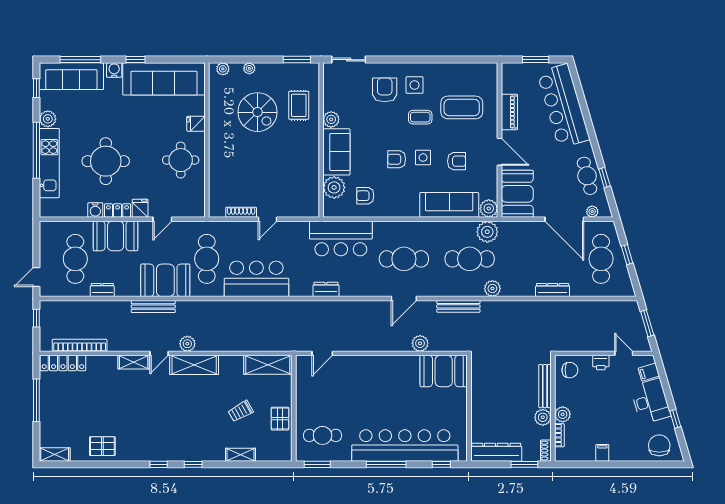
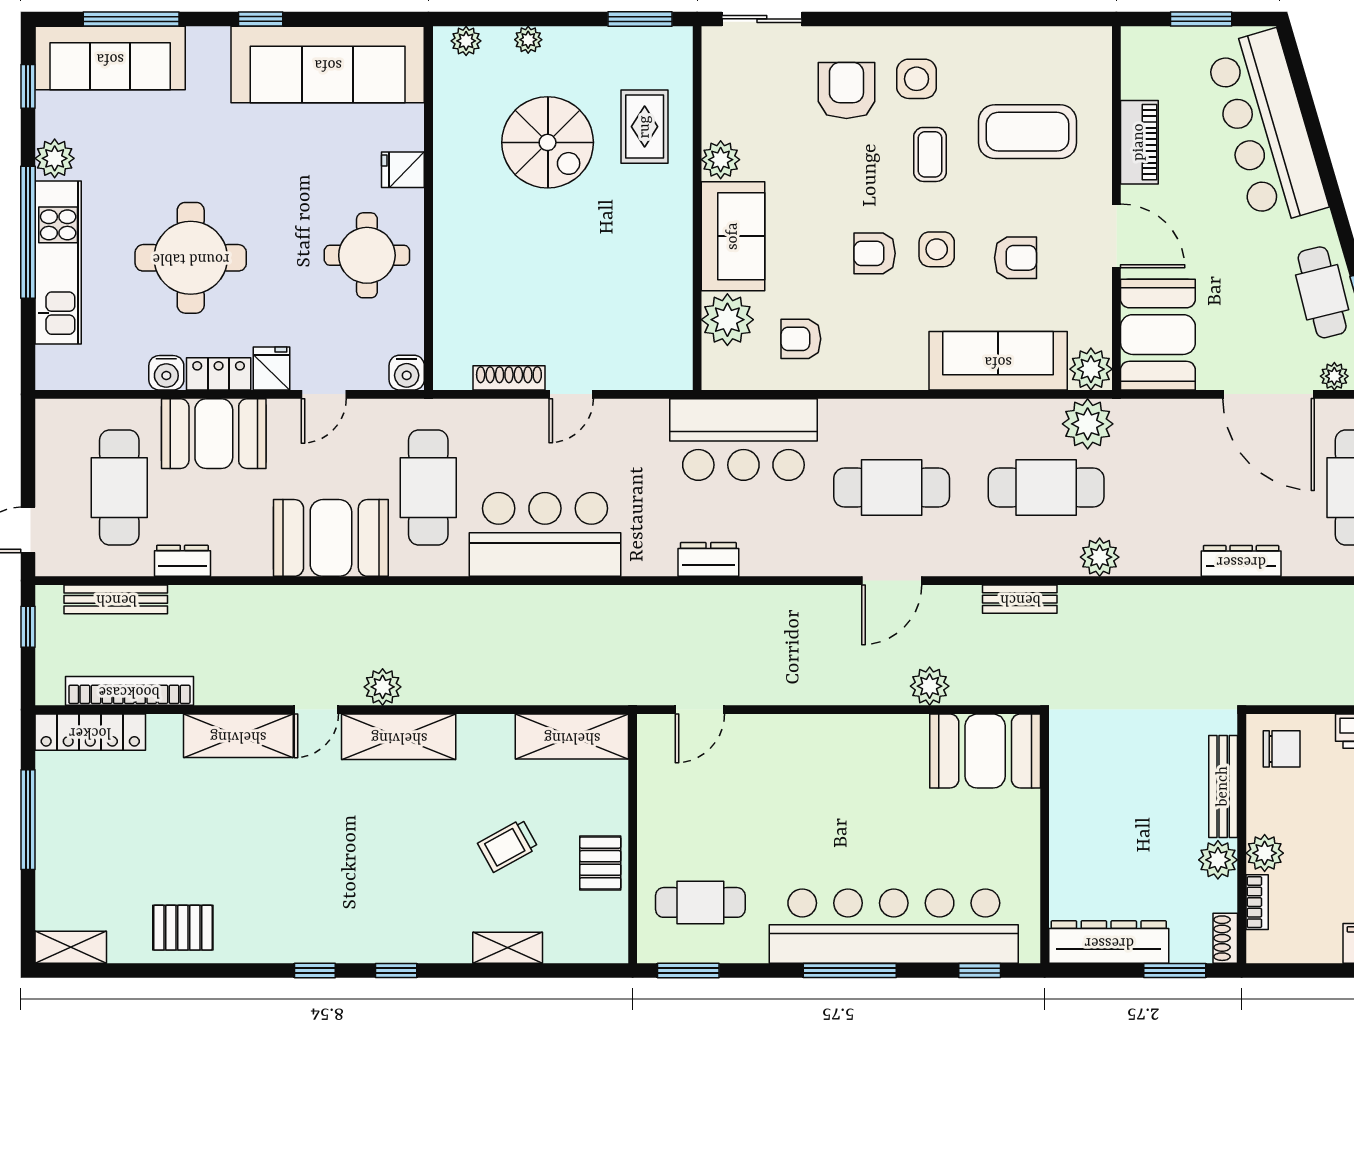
water cooler: (114, 70) -> (407, 373), moved, turned 180
coffee table: (420, 117) -> (930, 154), turned 90
bench: (153, 306) -> (116, 599), moved
bench: (458, 306) -> (1020, 599), width x0.73
shelving: (134, 362) -> (238, 736), width x1.50, depth x1.33

